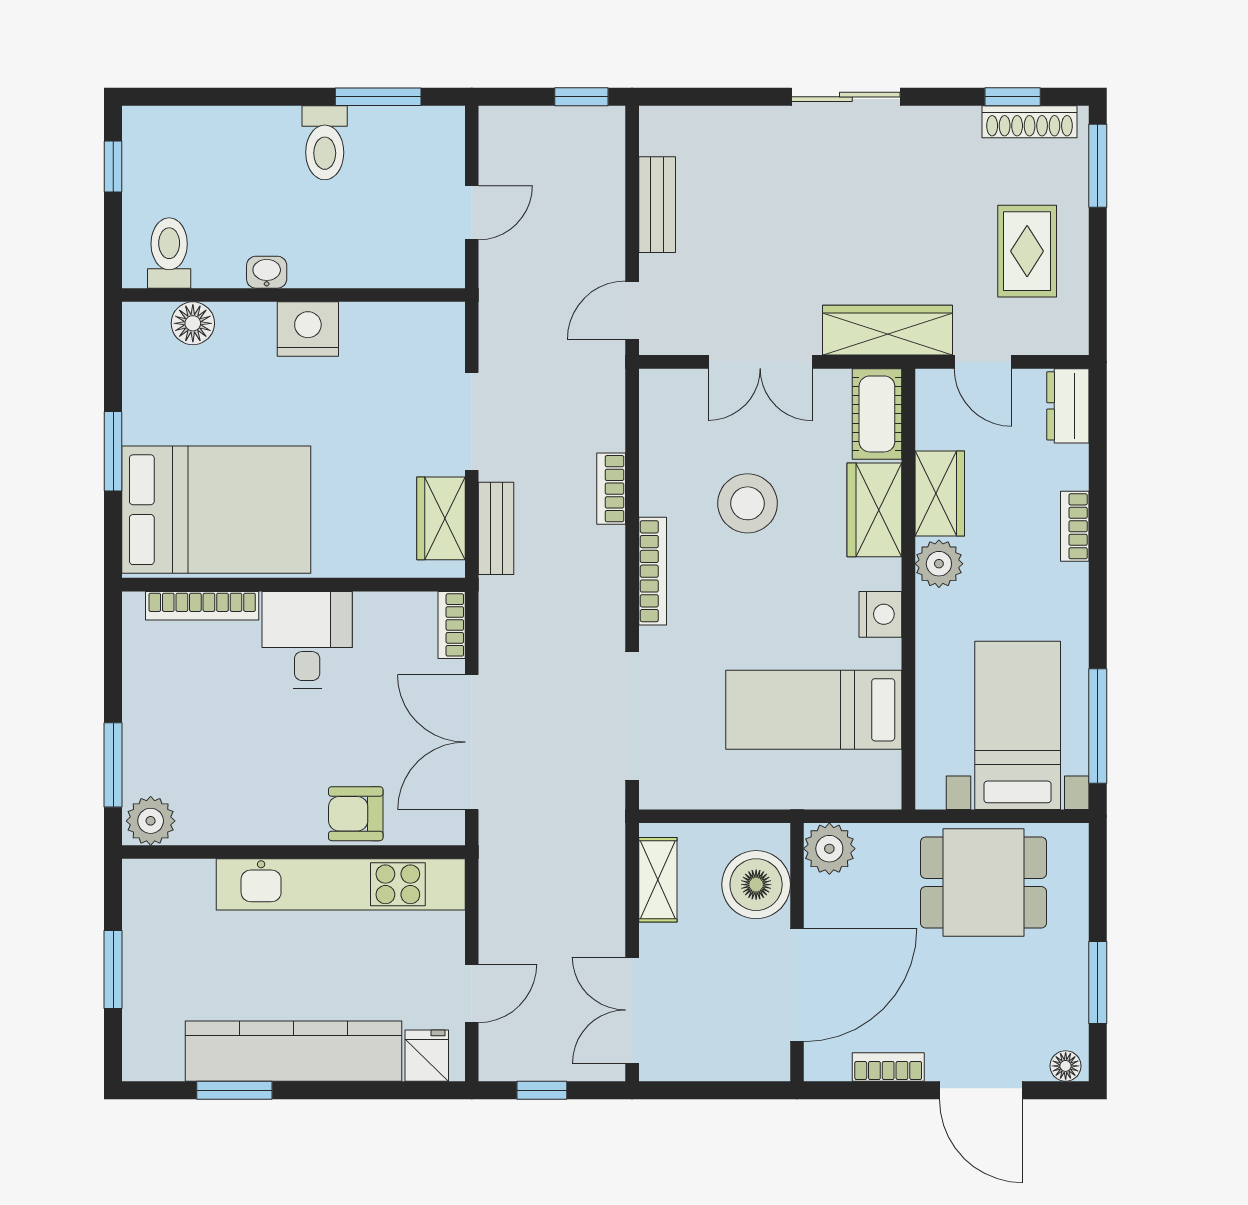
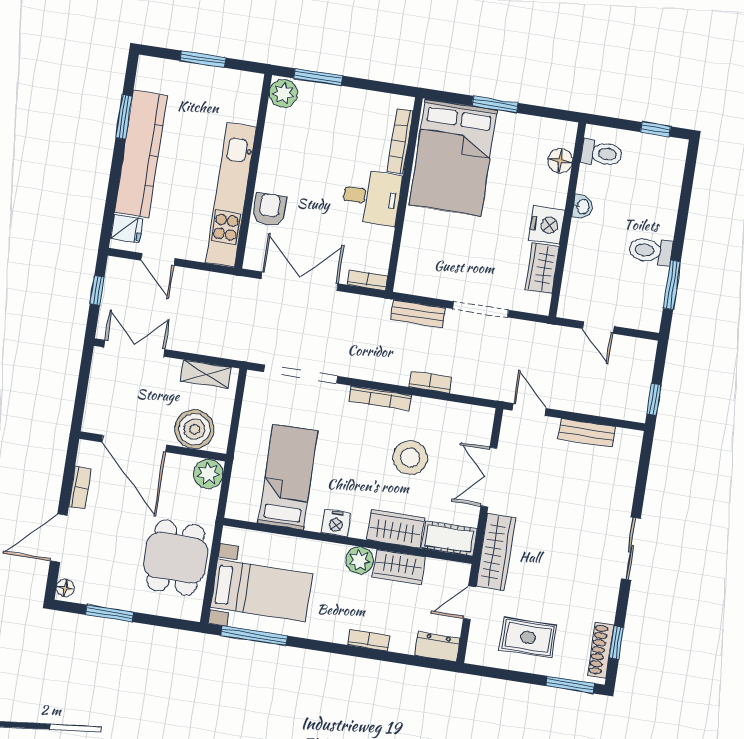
wardrobe: (441, 518) -> (542, 268), moved, turned -90

